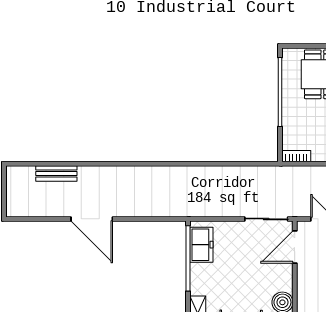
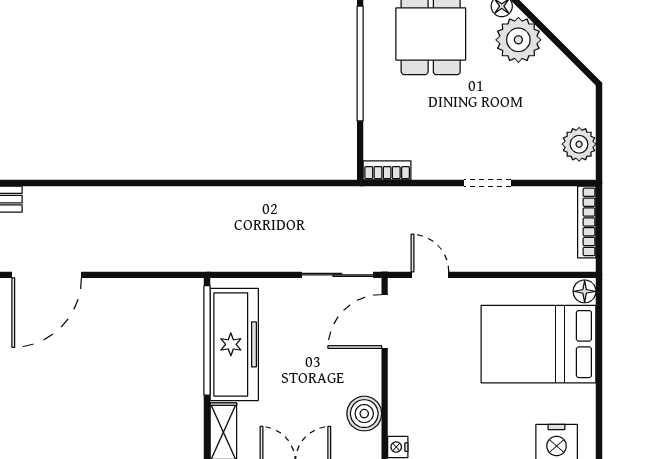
door: (92, 219) -> (47, 275), hinge flipped
freezer: (201, 245) -> (234, 344), width x1.91, depth x1.26

